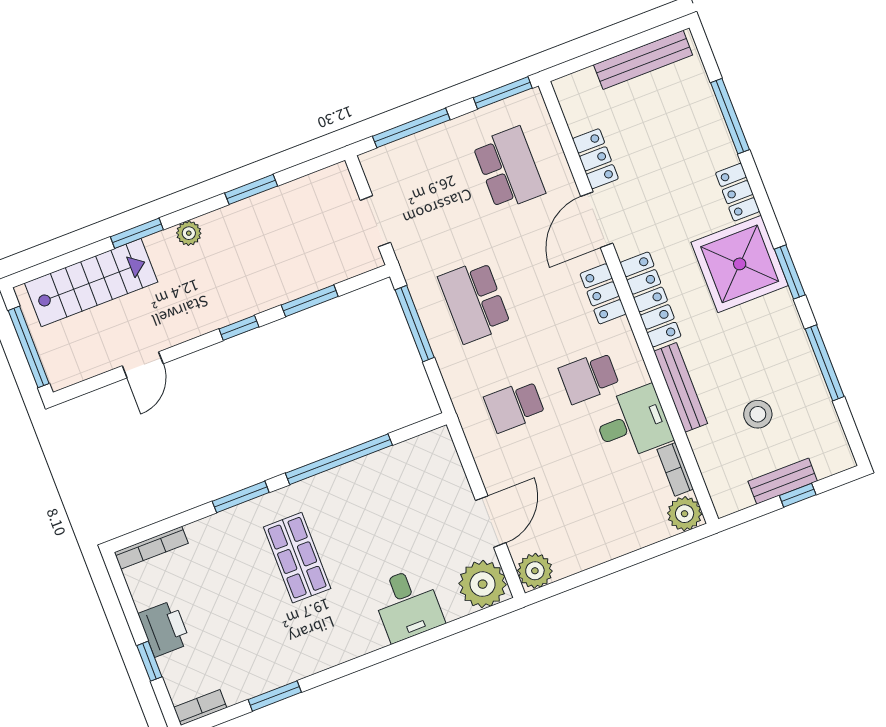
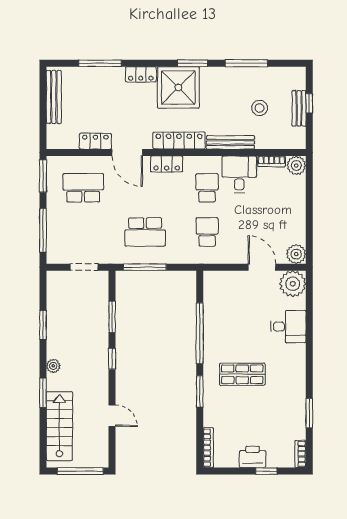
school desk: (589, 377) -> (207, 188), turned 180
school desk: (515, 406) -> (207, 232), turned 180

